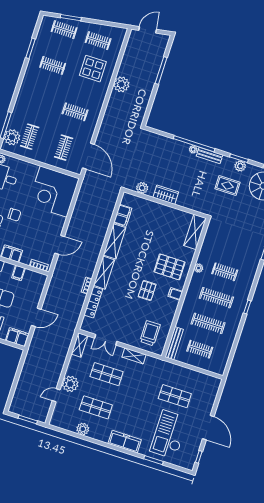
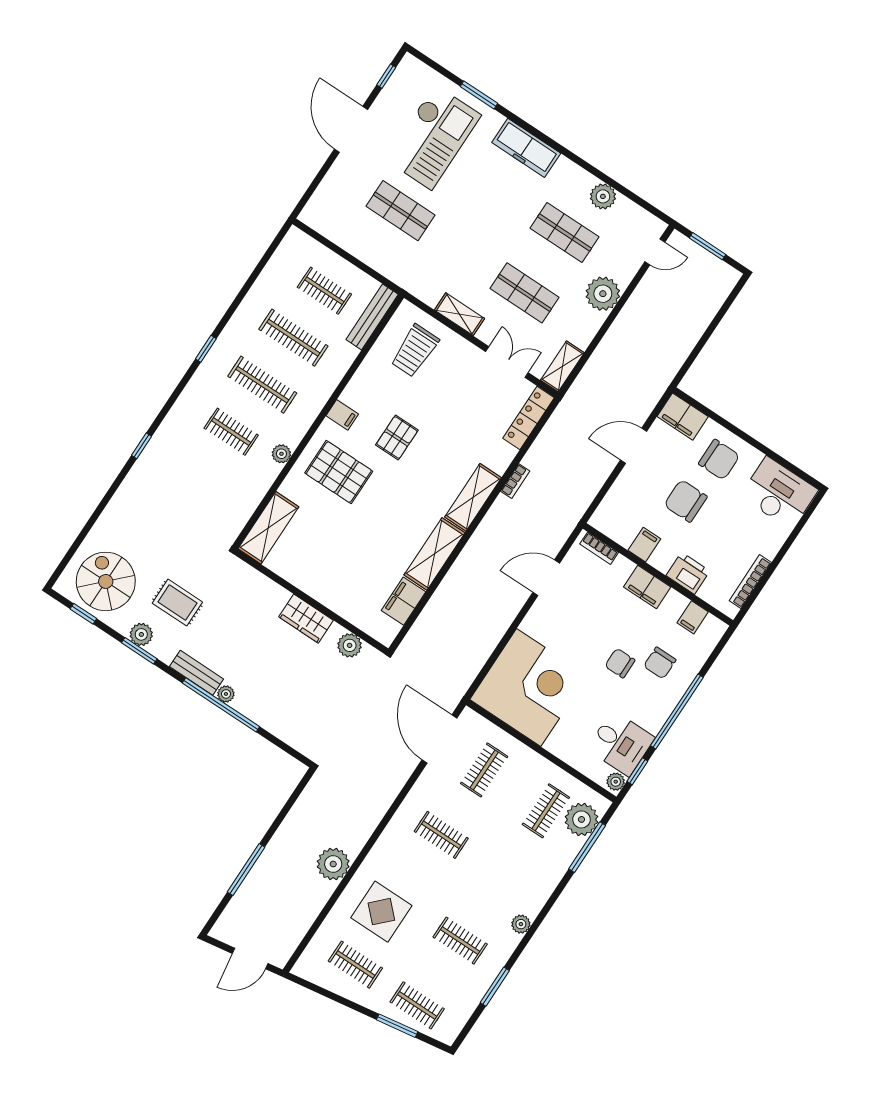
plant: (27, 81) -> (521, 924), added
locker: (93, 302) -> (529, 418), moved
door: (56, 395) -> (655, 252), moved

